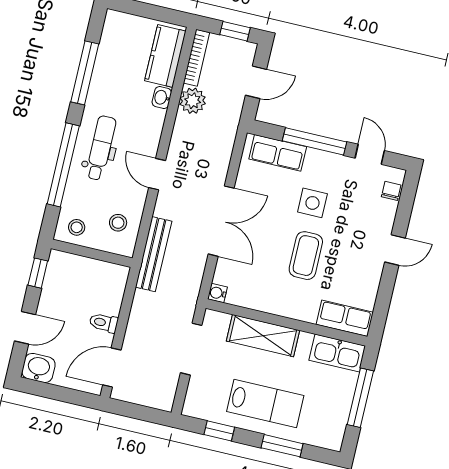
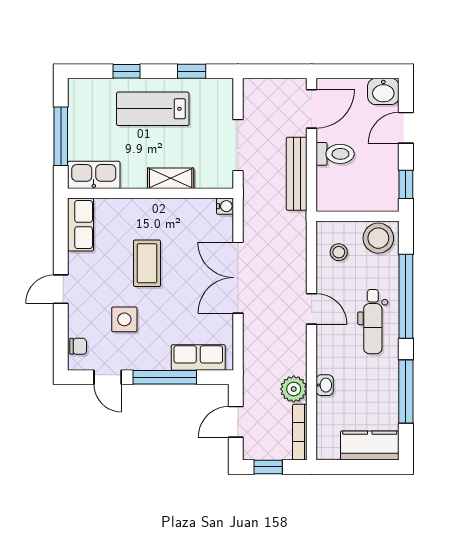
kitchen counter: (165, 56) -> (370, 445), moved, turned -90
chair: (391, 191) -> (78, 346), turned -90
side table: (312, 203) -> (124, 319), moved
stool: (77, 227) -> (378, 238), width x1.89, depth x1.89
bench: (154, 254) -> (297, 174), moved
row of seats: (345, 318) -> (81, 225), moved, turned -90
toilet: (104, 323) -> (335, 154), width x1.37, depth x1.39
shelving: (263, 336) -> (171, 178), width x0.67, depth x0.75
window: (282, 446) -> (127, 71), width x0.67

